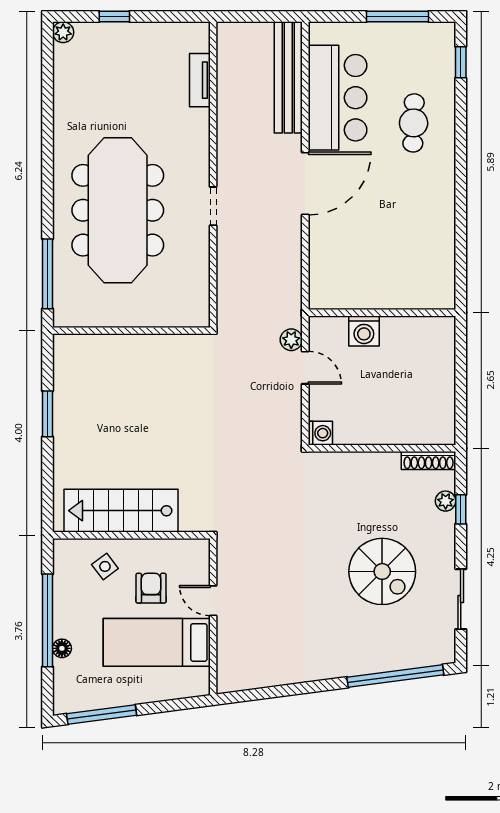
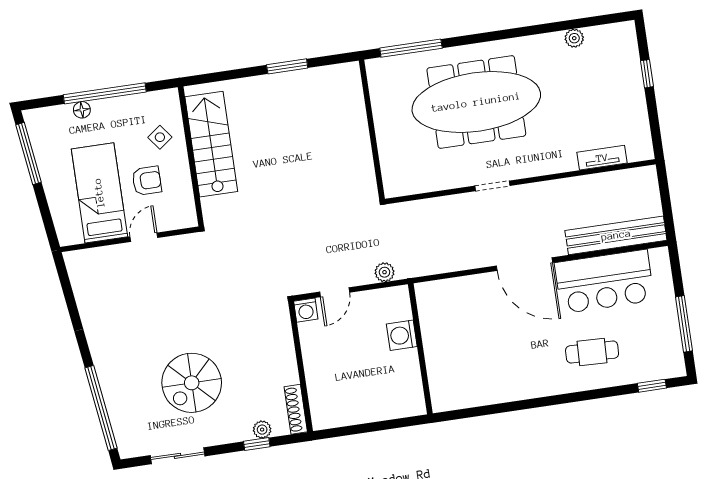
plant: (63, 32) -> (574, 38), moved
door: (305, 368) -> (335, 292), moved

